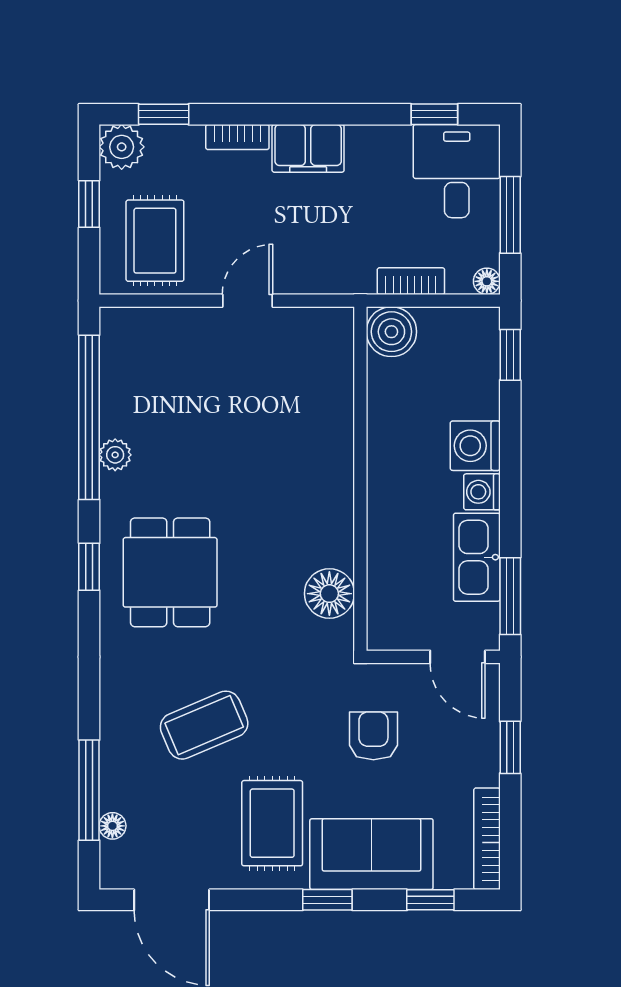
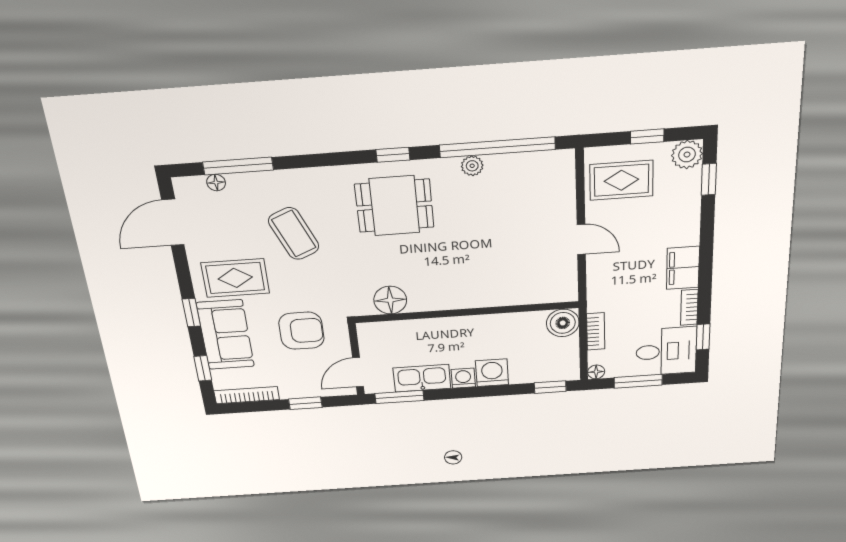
bookcase: (237, 137) -> (689, 307), moved
armchair: (373, 736) -> (301, 331), width x1.38, depth x1.38

